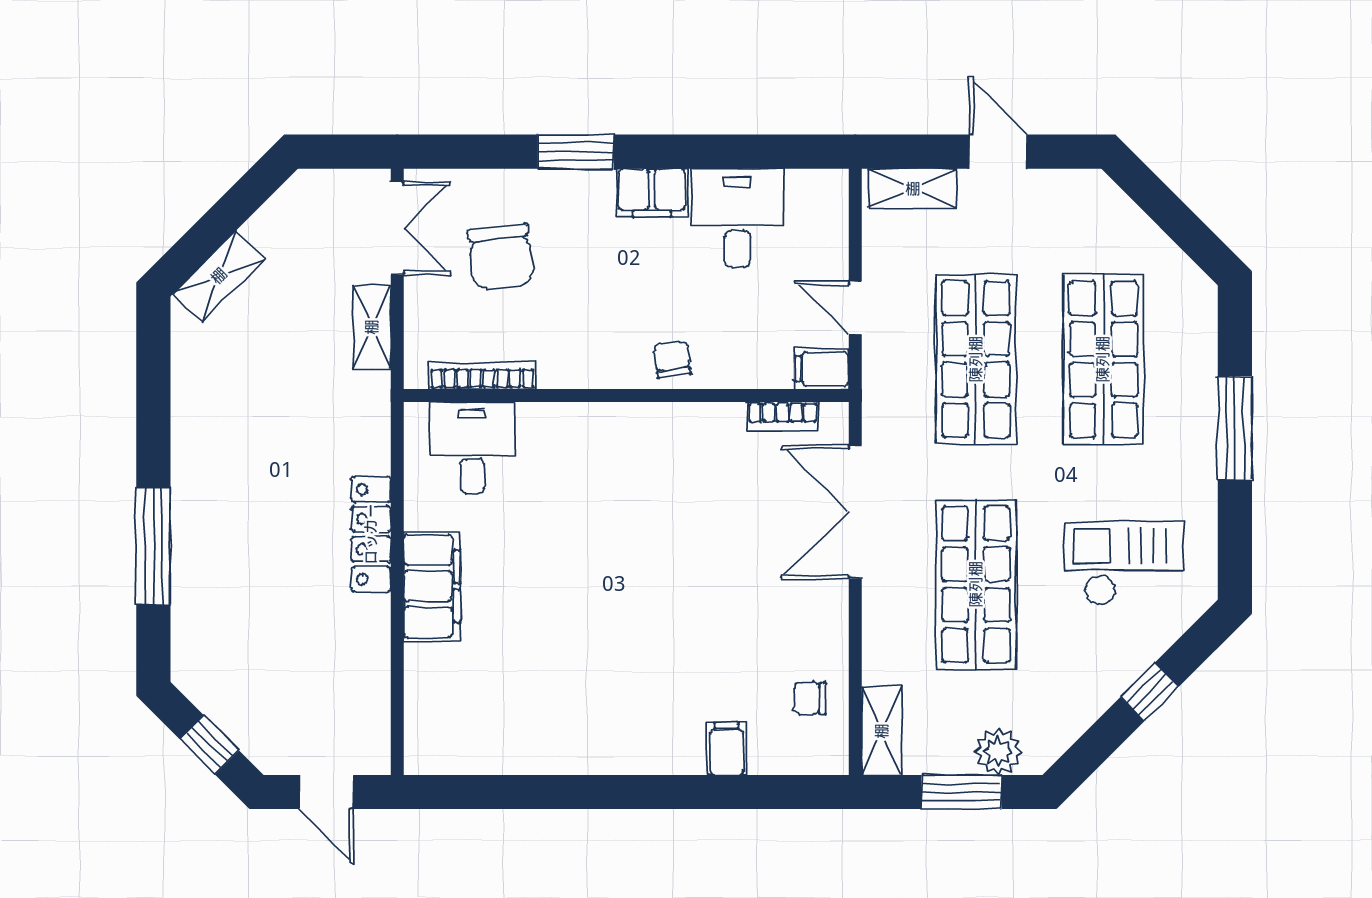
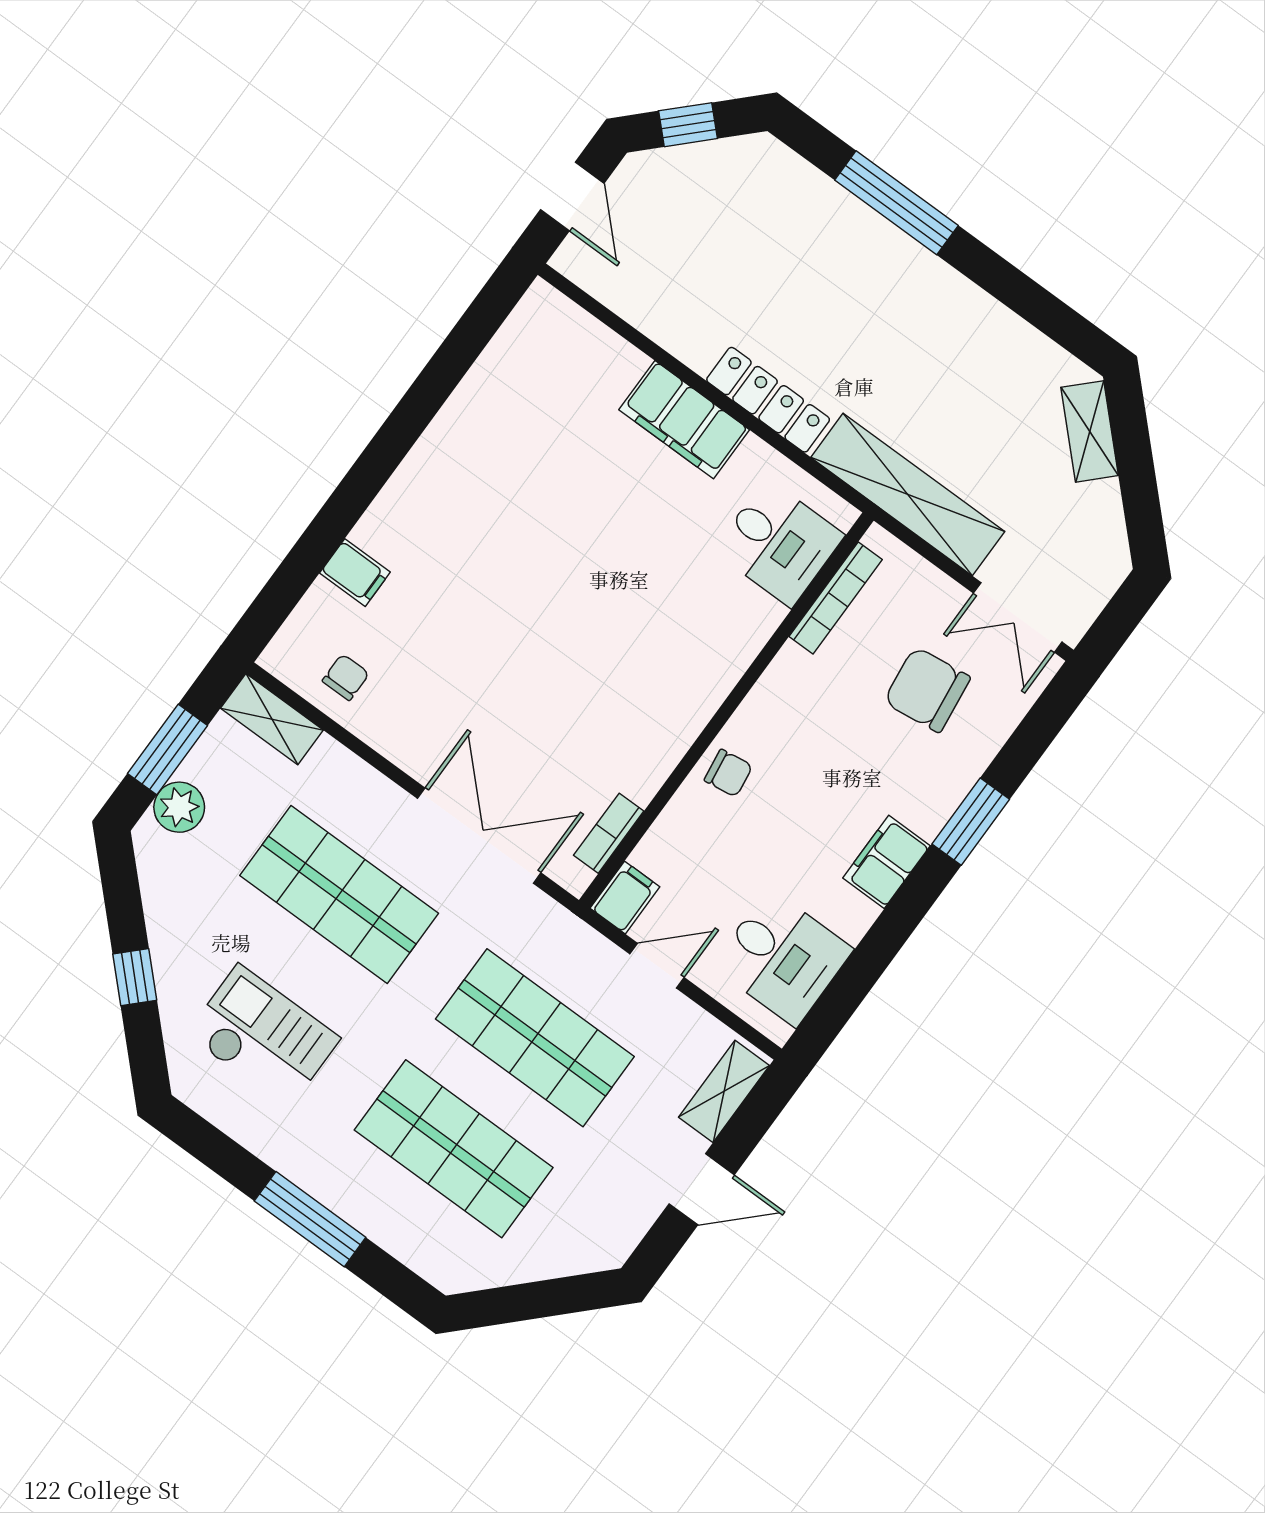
desk: (737, 218) -> (782, 958), moved
shelving: (372, 327) -> (908, 494), width x2.20, depth x1.33
checkout: (1124, 563) -> (263, 1037), turned -90
door: (326, 792) -> (572, 197), swing flipped

